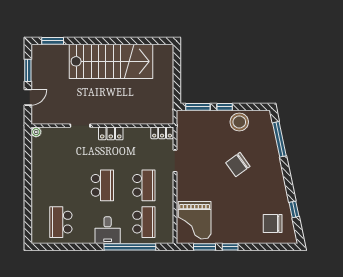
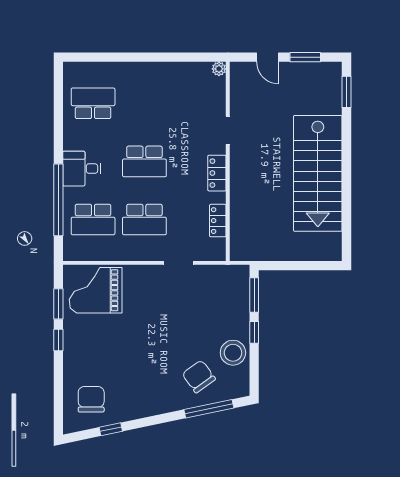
locker: (162, 133) -> (218, 221), moved
chair: (238, 165) -> (199, 376), moved

